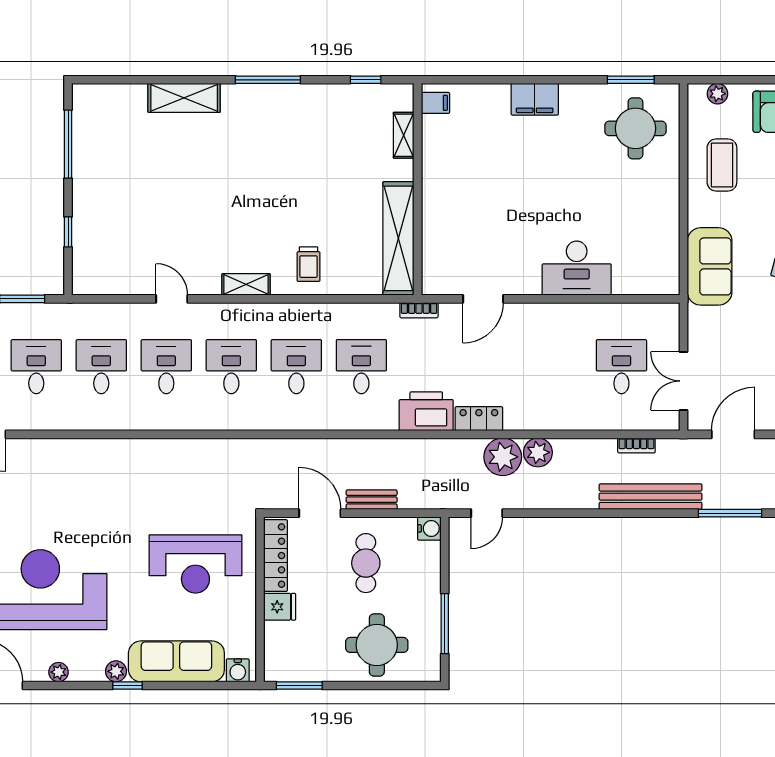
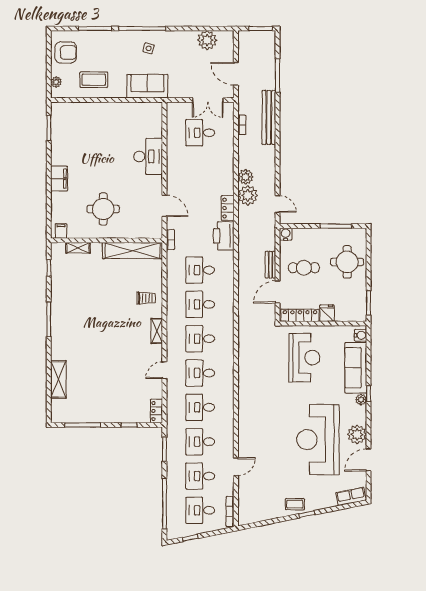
shelving: (184, 98) -> (58, 379), moved
round table: (635, 128) -> (103, 209), moved
locker: (94, 284) -> (156, 411), added
plant: (59, 672) -> (357, 434), width x1.88, depth x1.88

